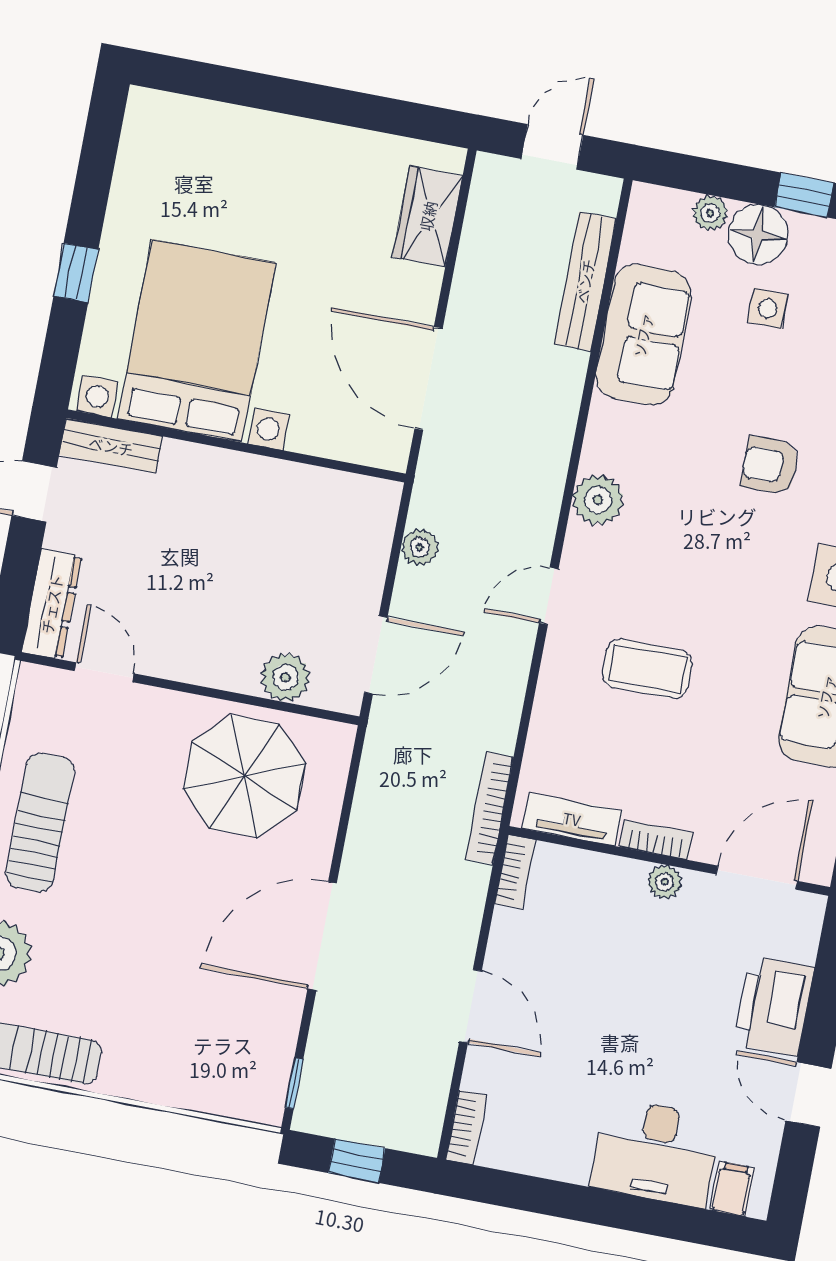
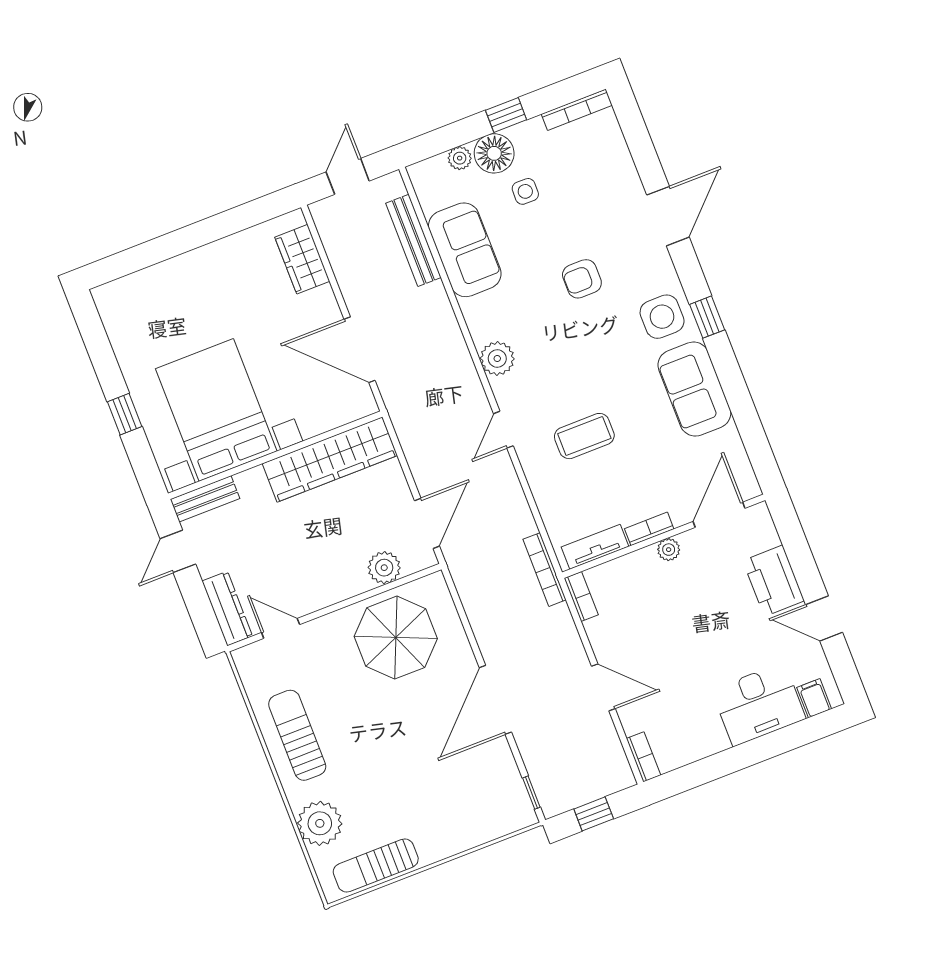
wardrobe: (303, 495) -> (330, 459), added
plant: (420, 547) -> (414, 448), removed

